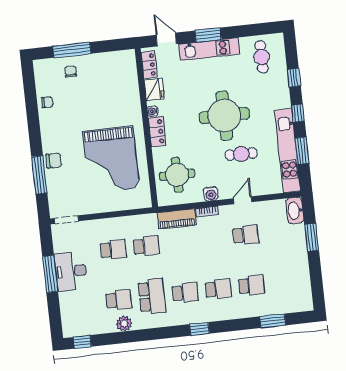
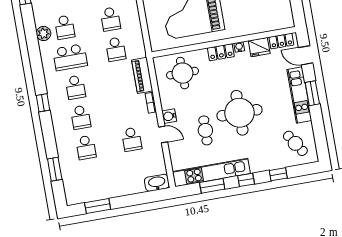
door: (166, 40) -> (306, 55), swing flipped
cafe table: (262, 57) -> (295, 143), turned 57
water cooler: (211, 194) -> (169, 116), moved
window: (312, 237) -> (98, 206), moved

